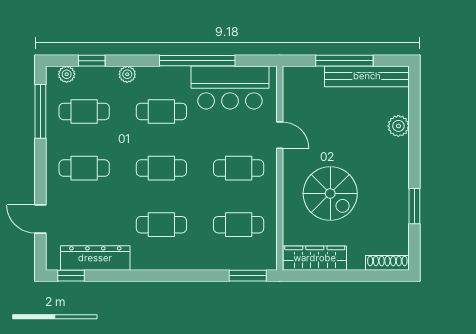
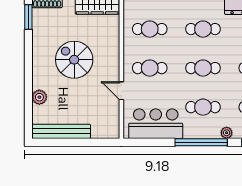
window: (197, 61) -> (201, 142), moved
window: (344, 61) -> (77, 142), removed
spiral stairs: (330, 193) -> (74, 60), moved
window: (414, 206) -> (28, 17), moved

